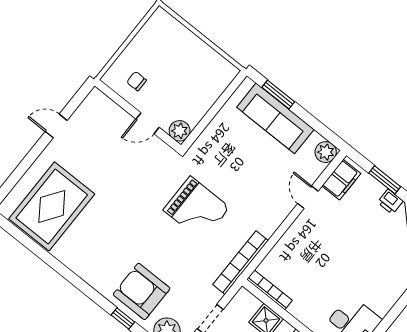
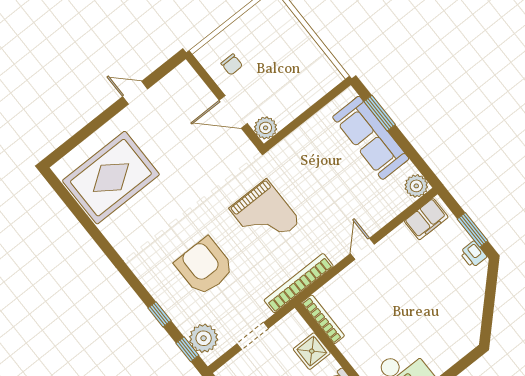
chair: (137, 81) -> (232, 65), turned 180
door: (148, 123) -> (233, 112), width x1.38
door: (308, 197) -> (362, 249), moved
armchair: (142, 291) -> (204, 266), moved

